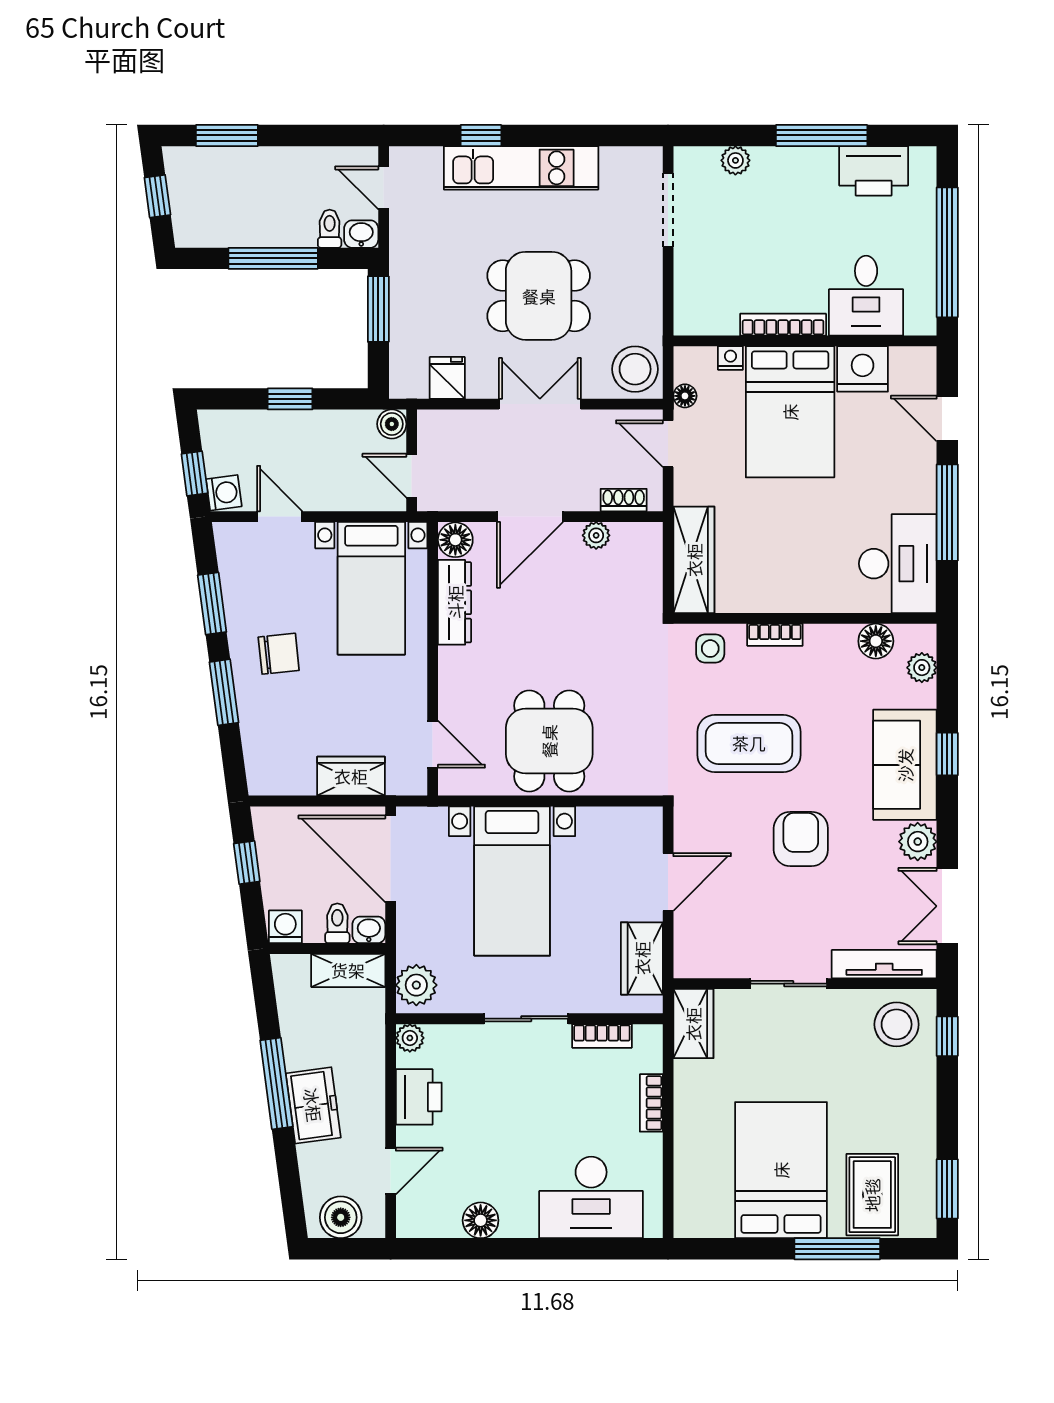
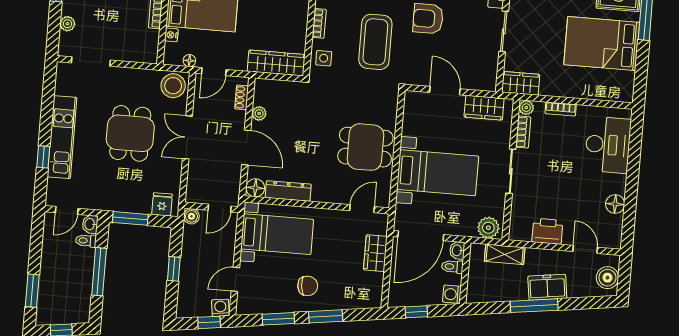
fridge: (447, 378) -> (162, 204), moved, turned 90
chair: (279, 654) -> (308, 286), turned 90
shelving: (348, 970) -> (505, 254), moved, turned 90
plant: (410, 1038) -> (526, 108), moved

